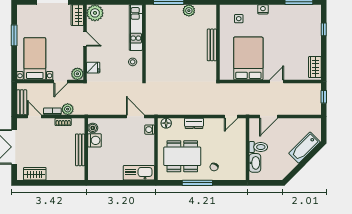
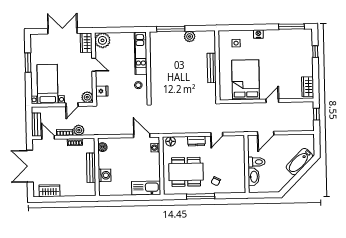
door: (231, 116) -> (217, 134), moved
washing machine: (94, 140) -> (105, 175), moved

